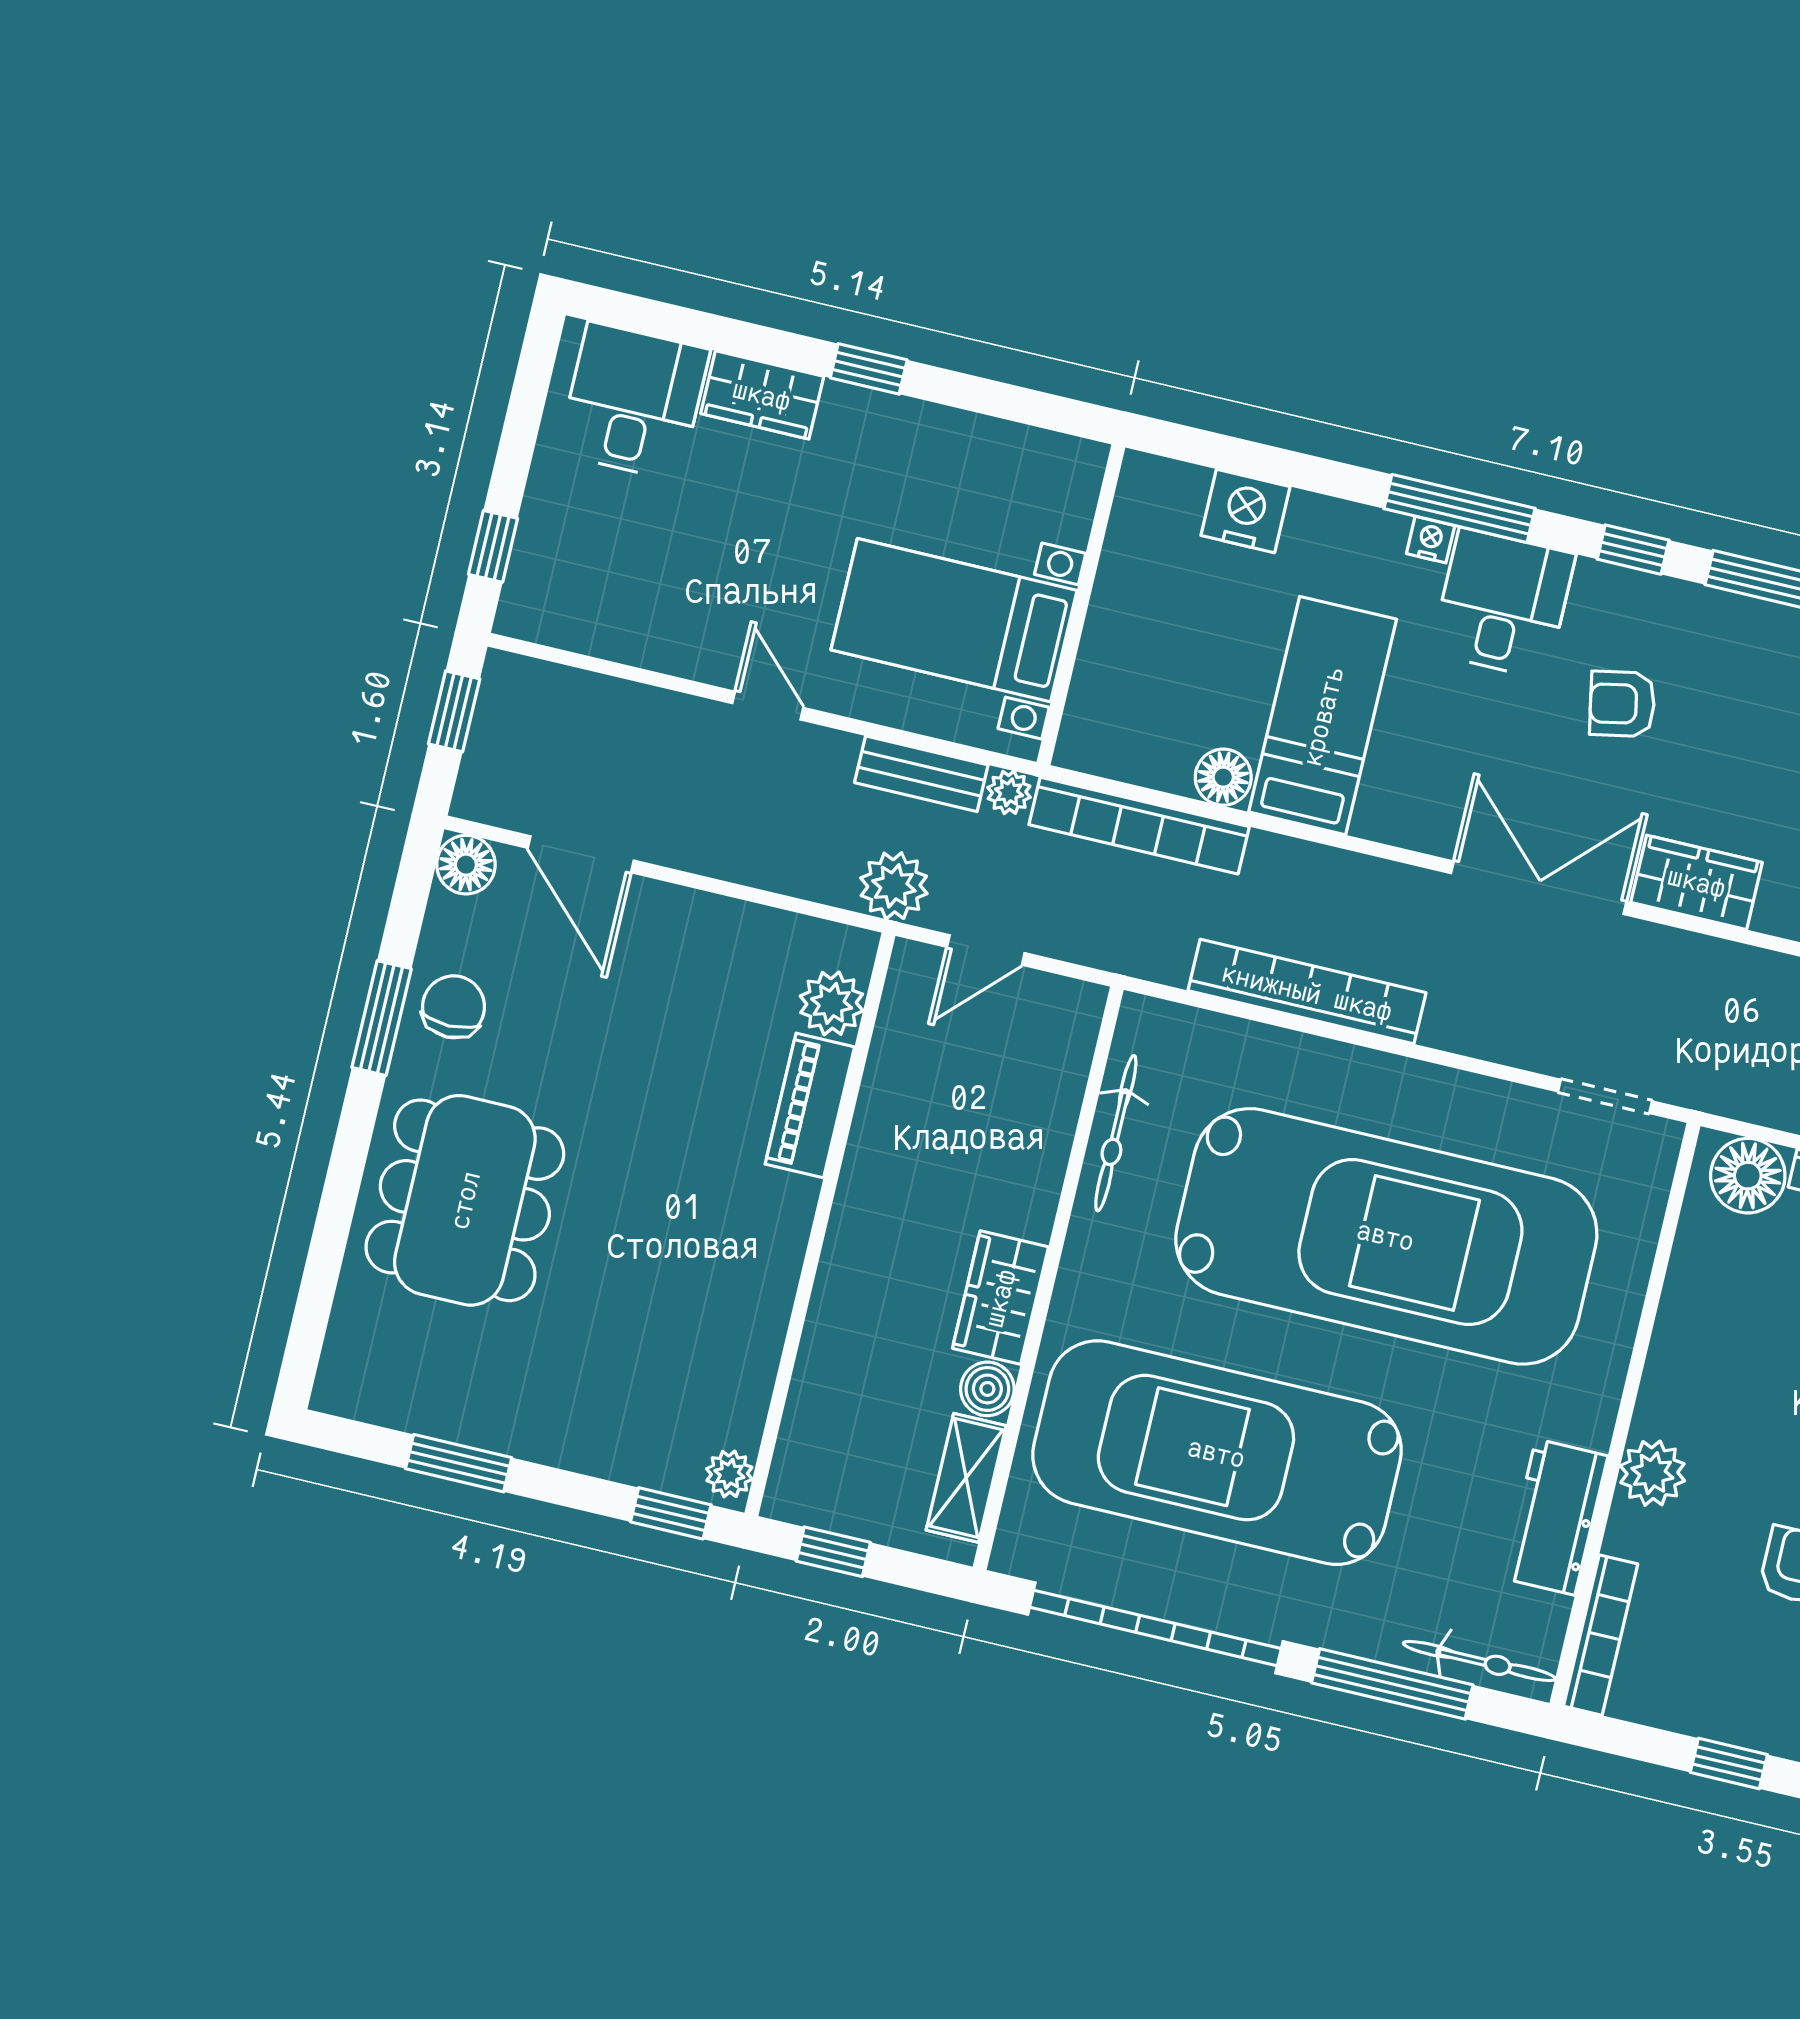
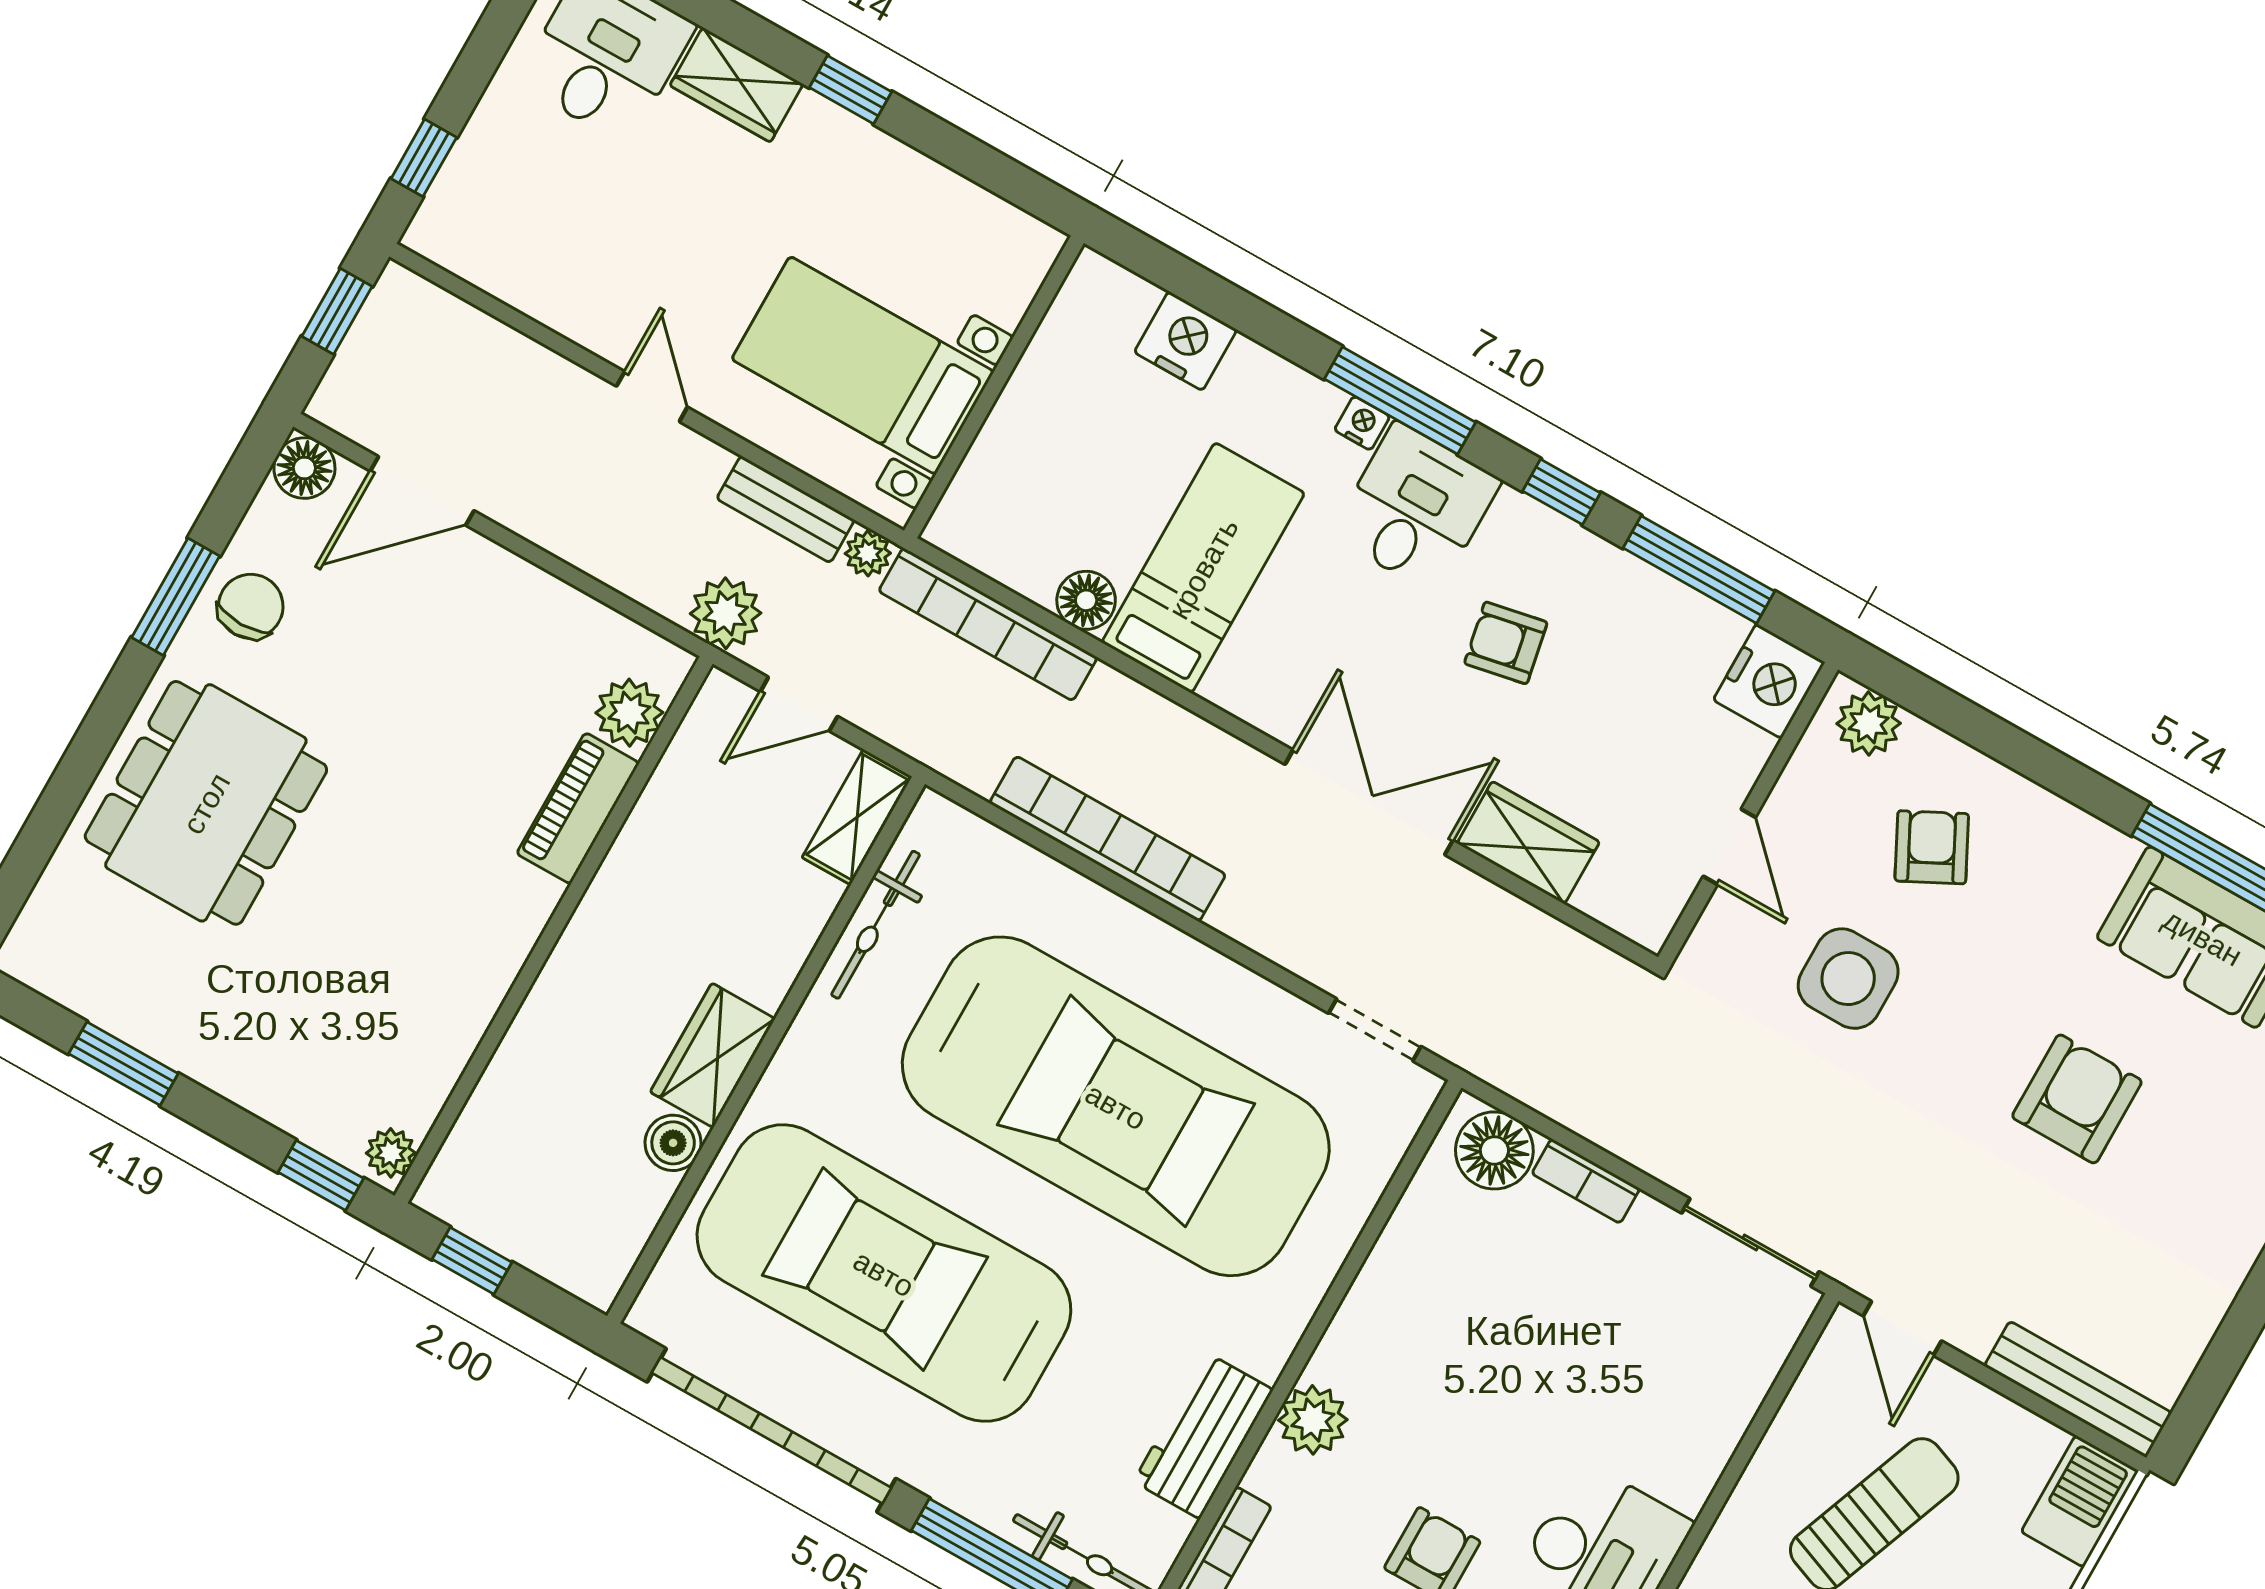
door: (581, 854) -> (422, 491), hinge flipped
shelving: (966, 1478) -> (857, 817), moved

